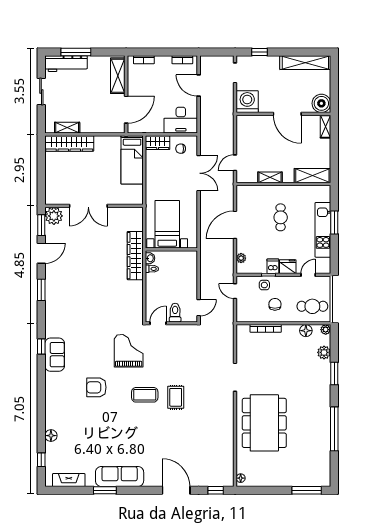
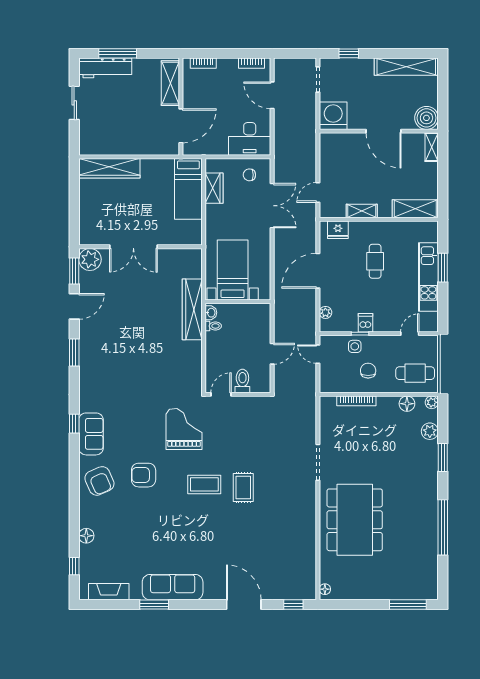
shelving: (67, 128) -> (107, 148), removed
wardrobe: (158, 143) -> (214, 188), moved, turned -90
fridge: (288, 267) -> (338, 230), moved, turned 180
door: (199, 308) -> (272, 354), moved
armchair: (61, 392) -> (99, 481), added

